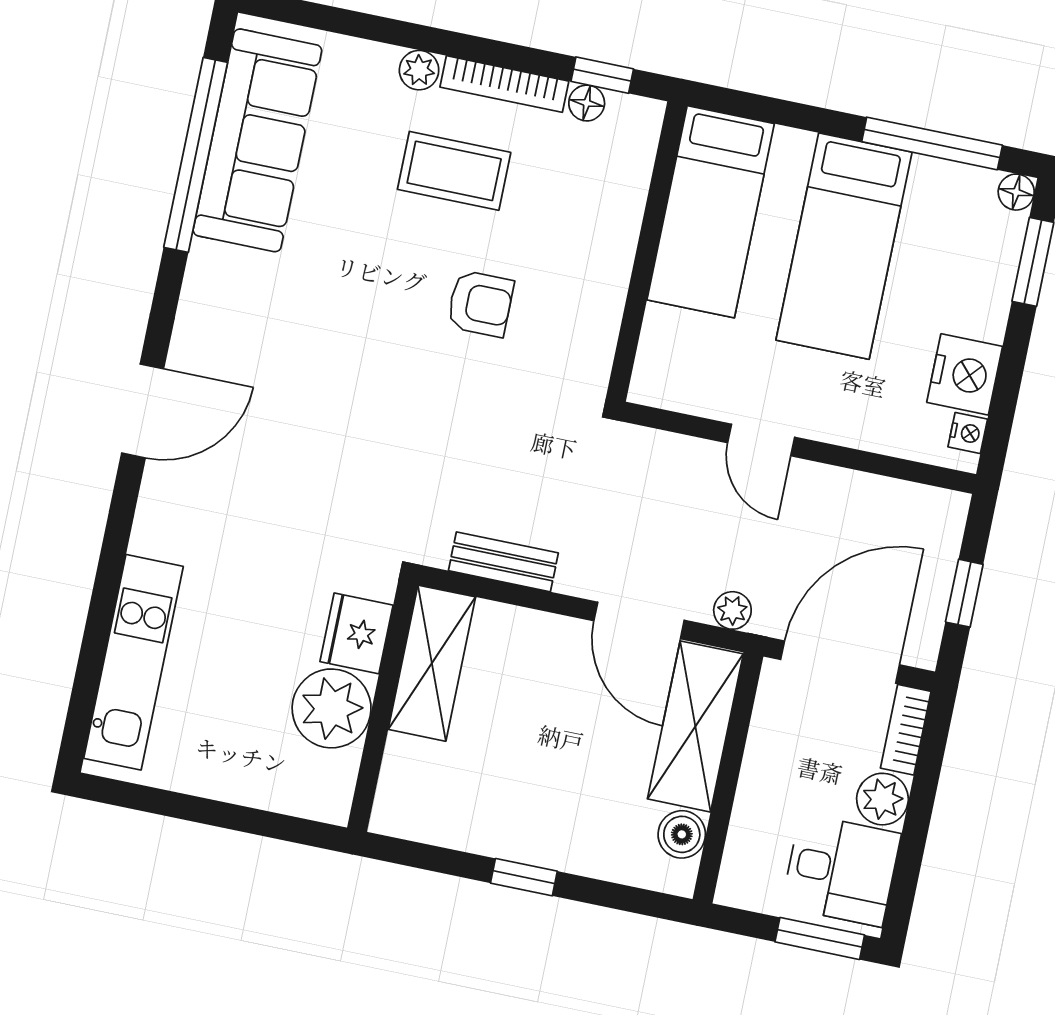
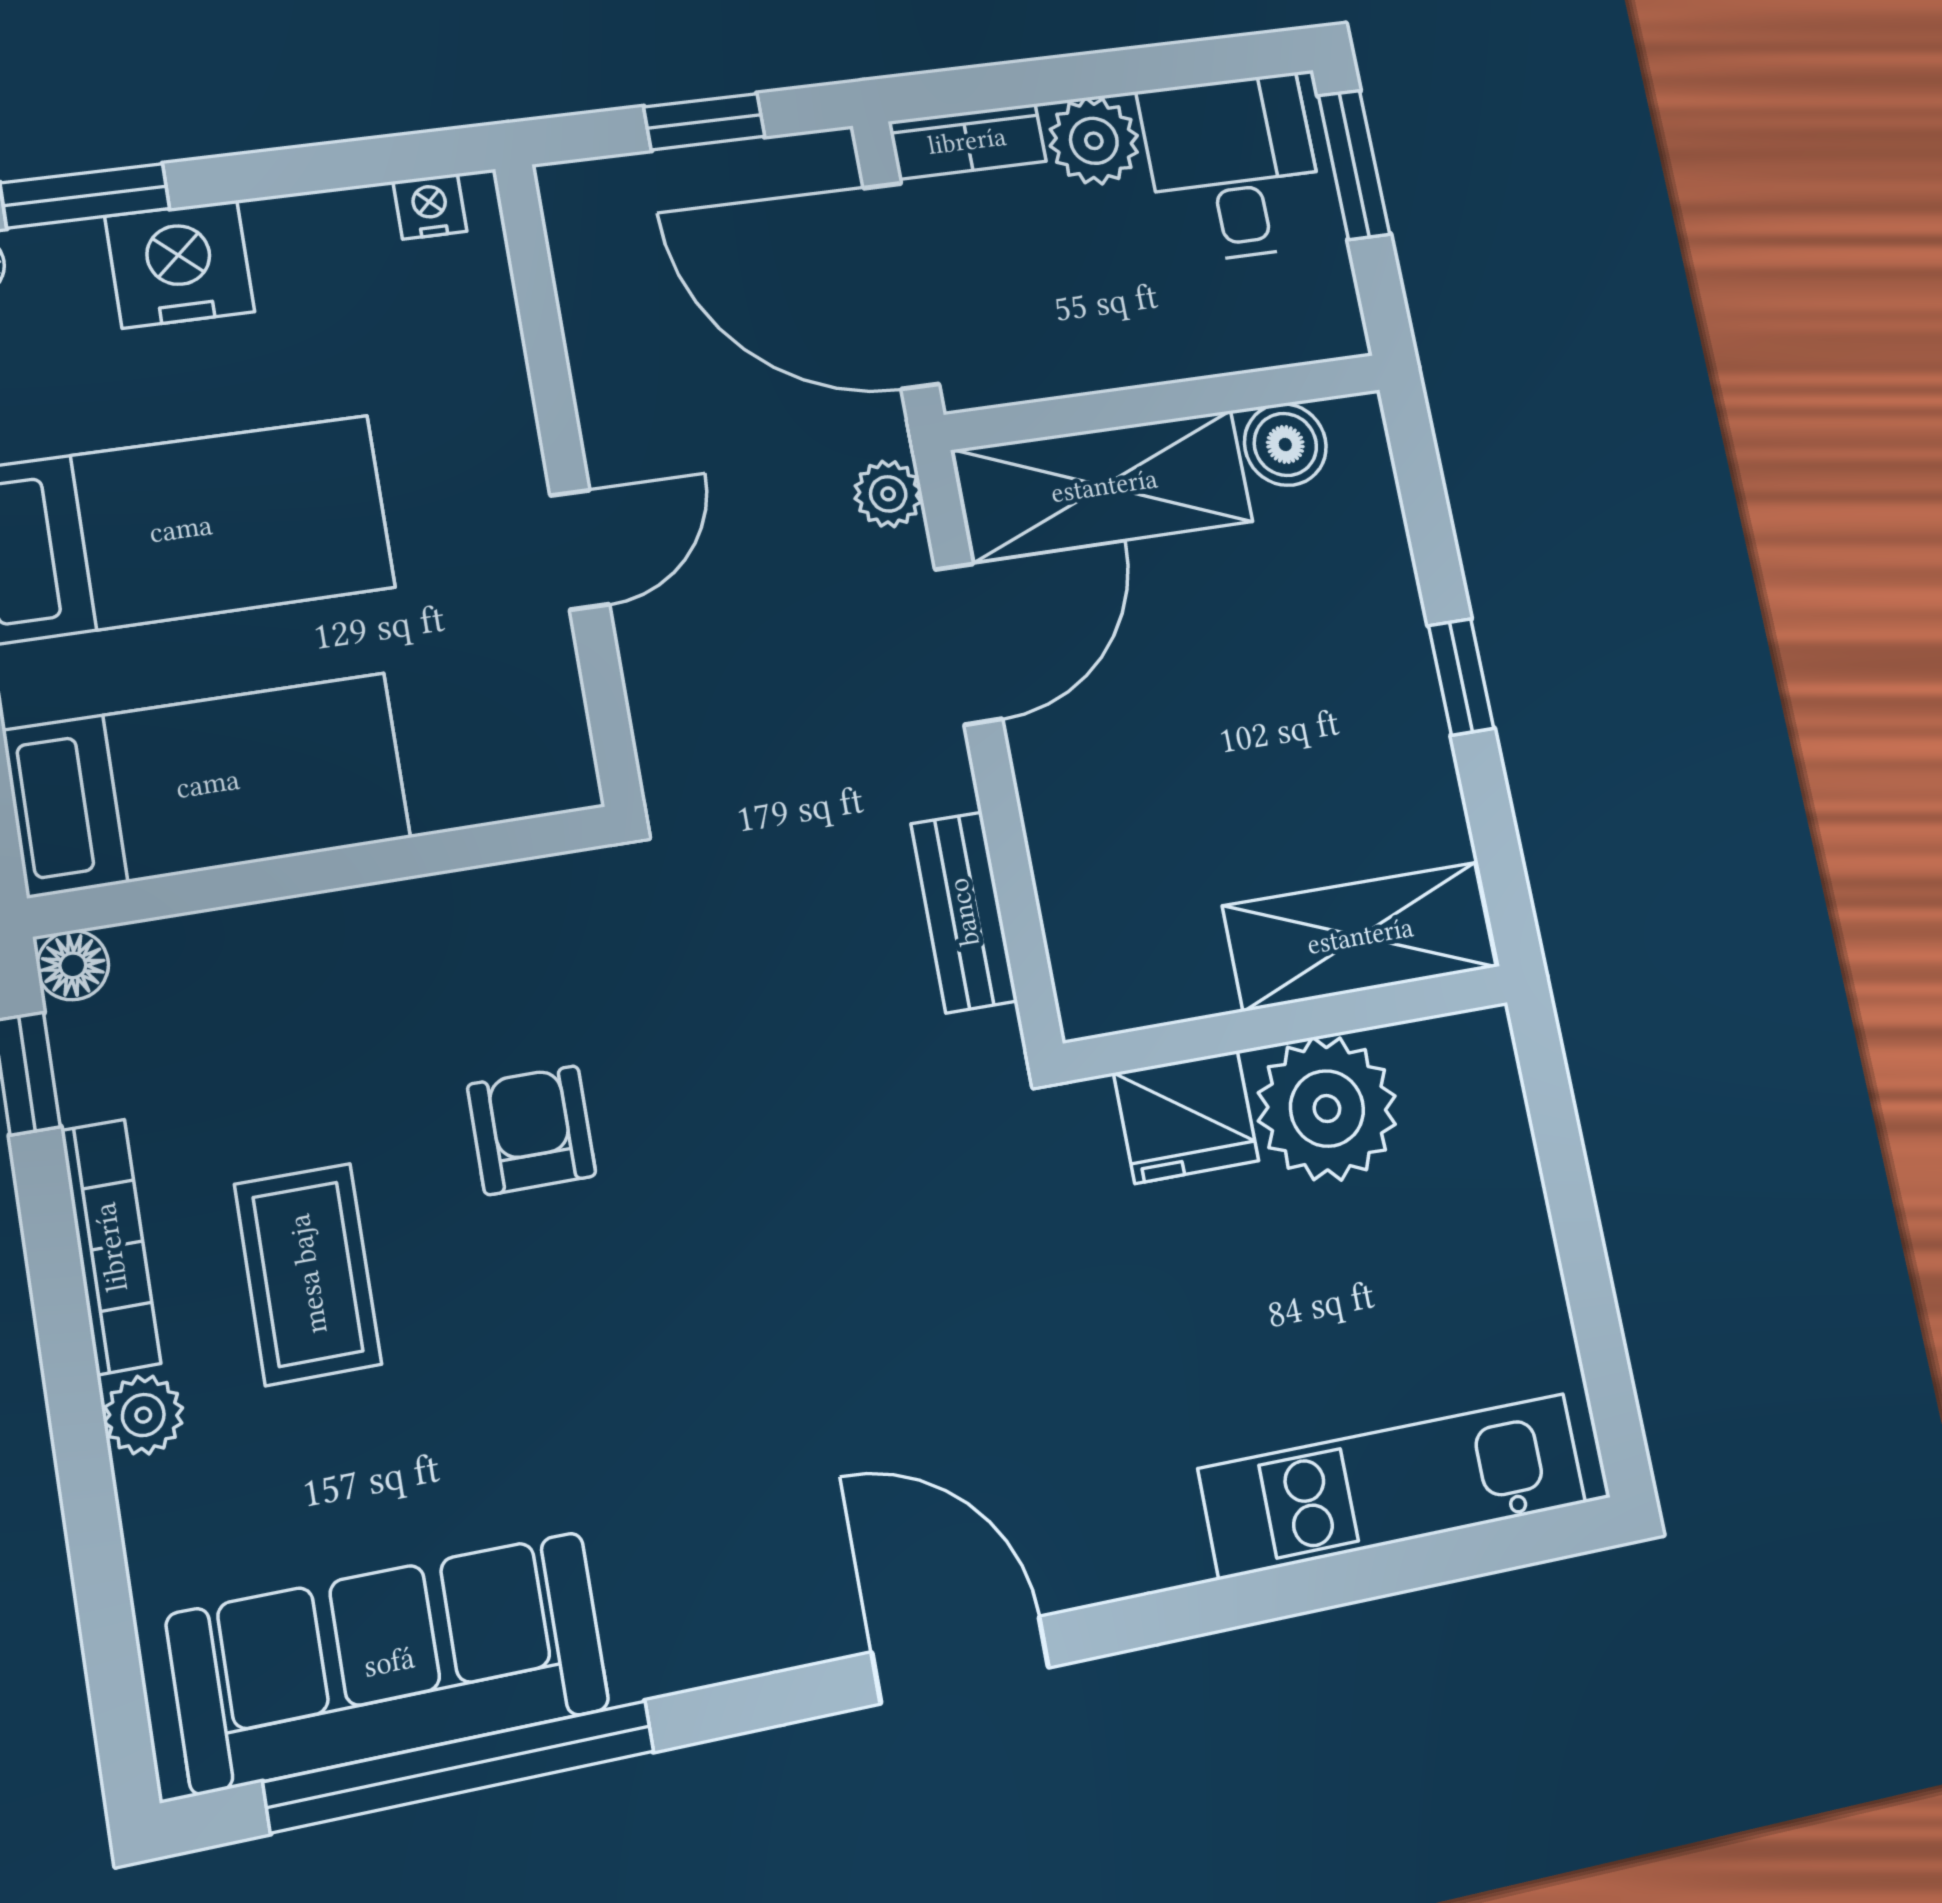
floor lamp: (587, 103) -> (73, 965), moved
nightstand: (965, 374) -> (180, 264), moved
shelving: (432, 663) -> (1360, 936), moved

